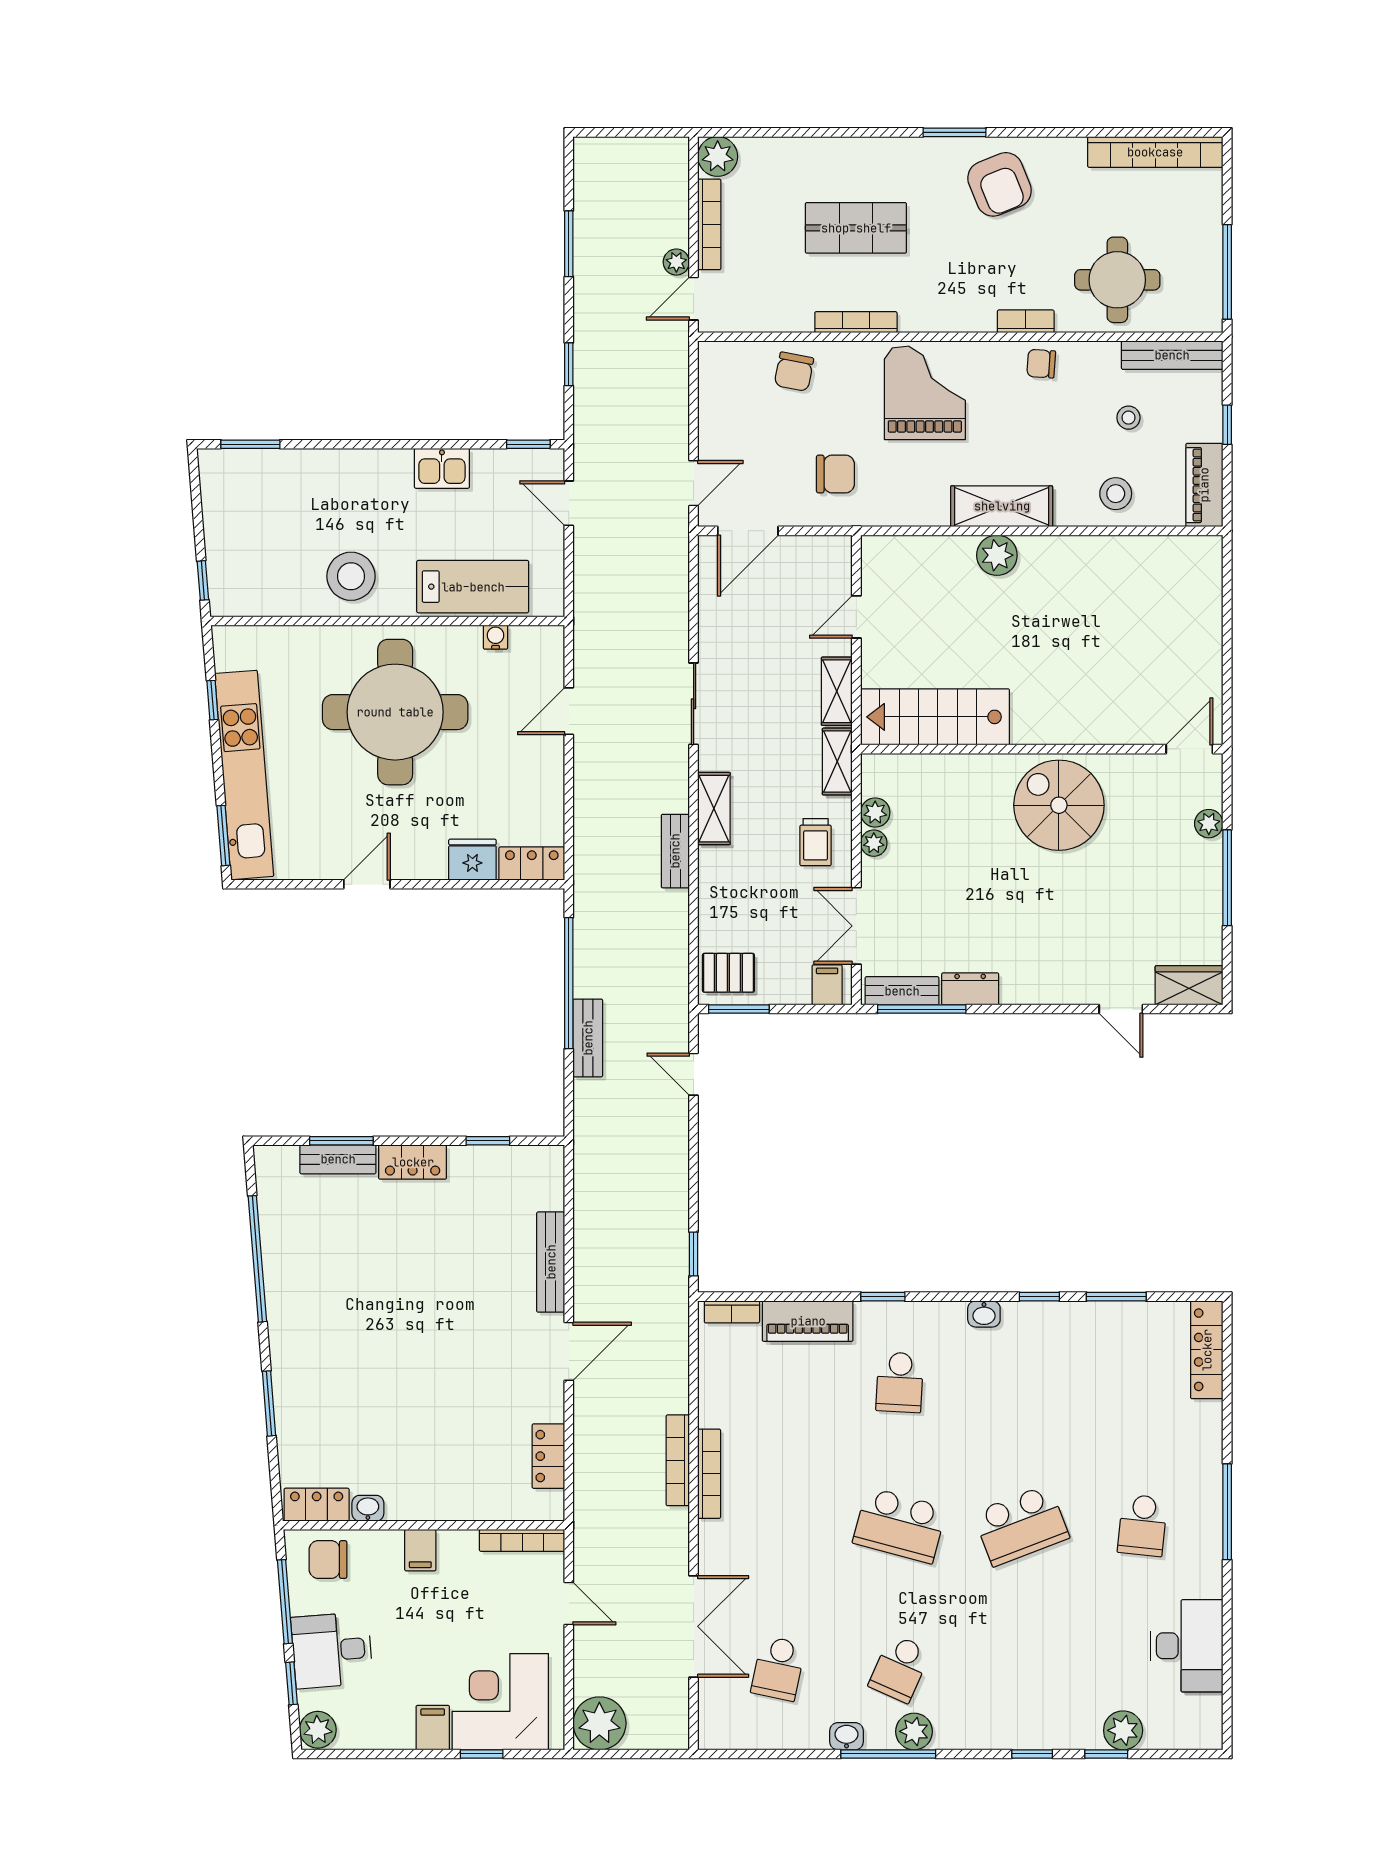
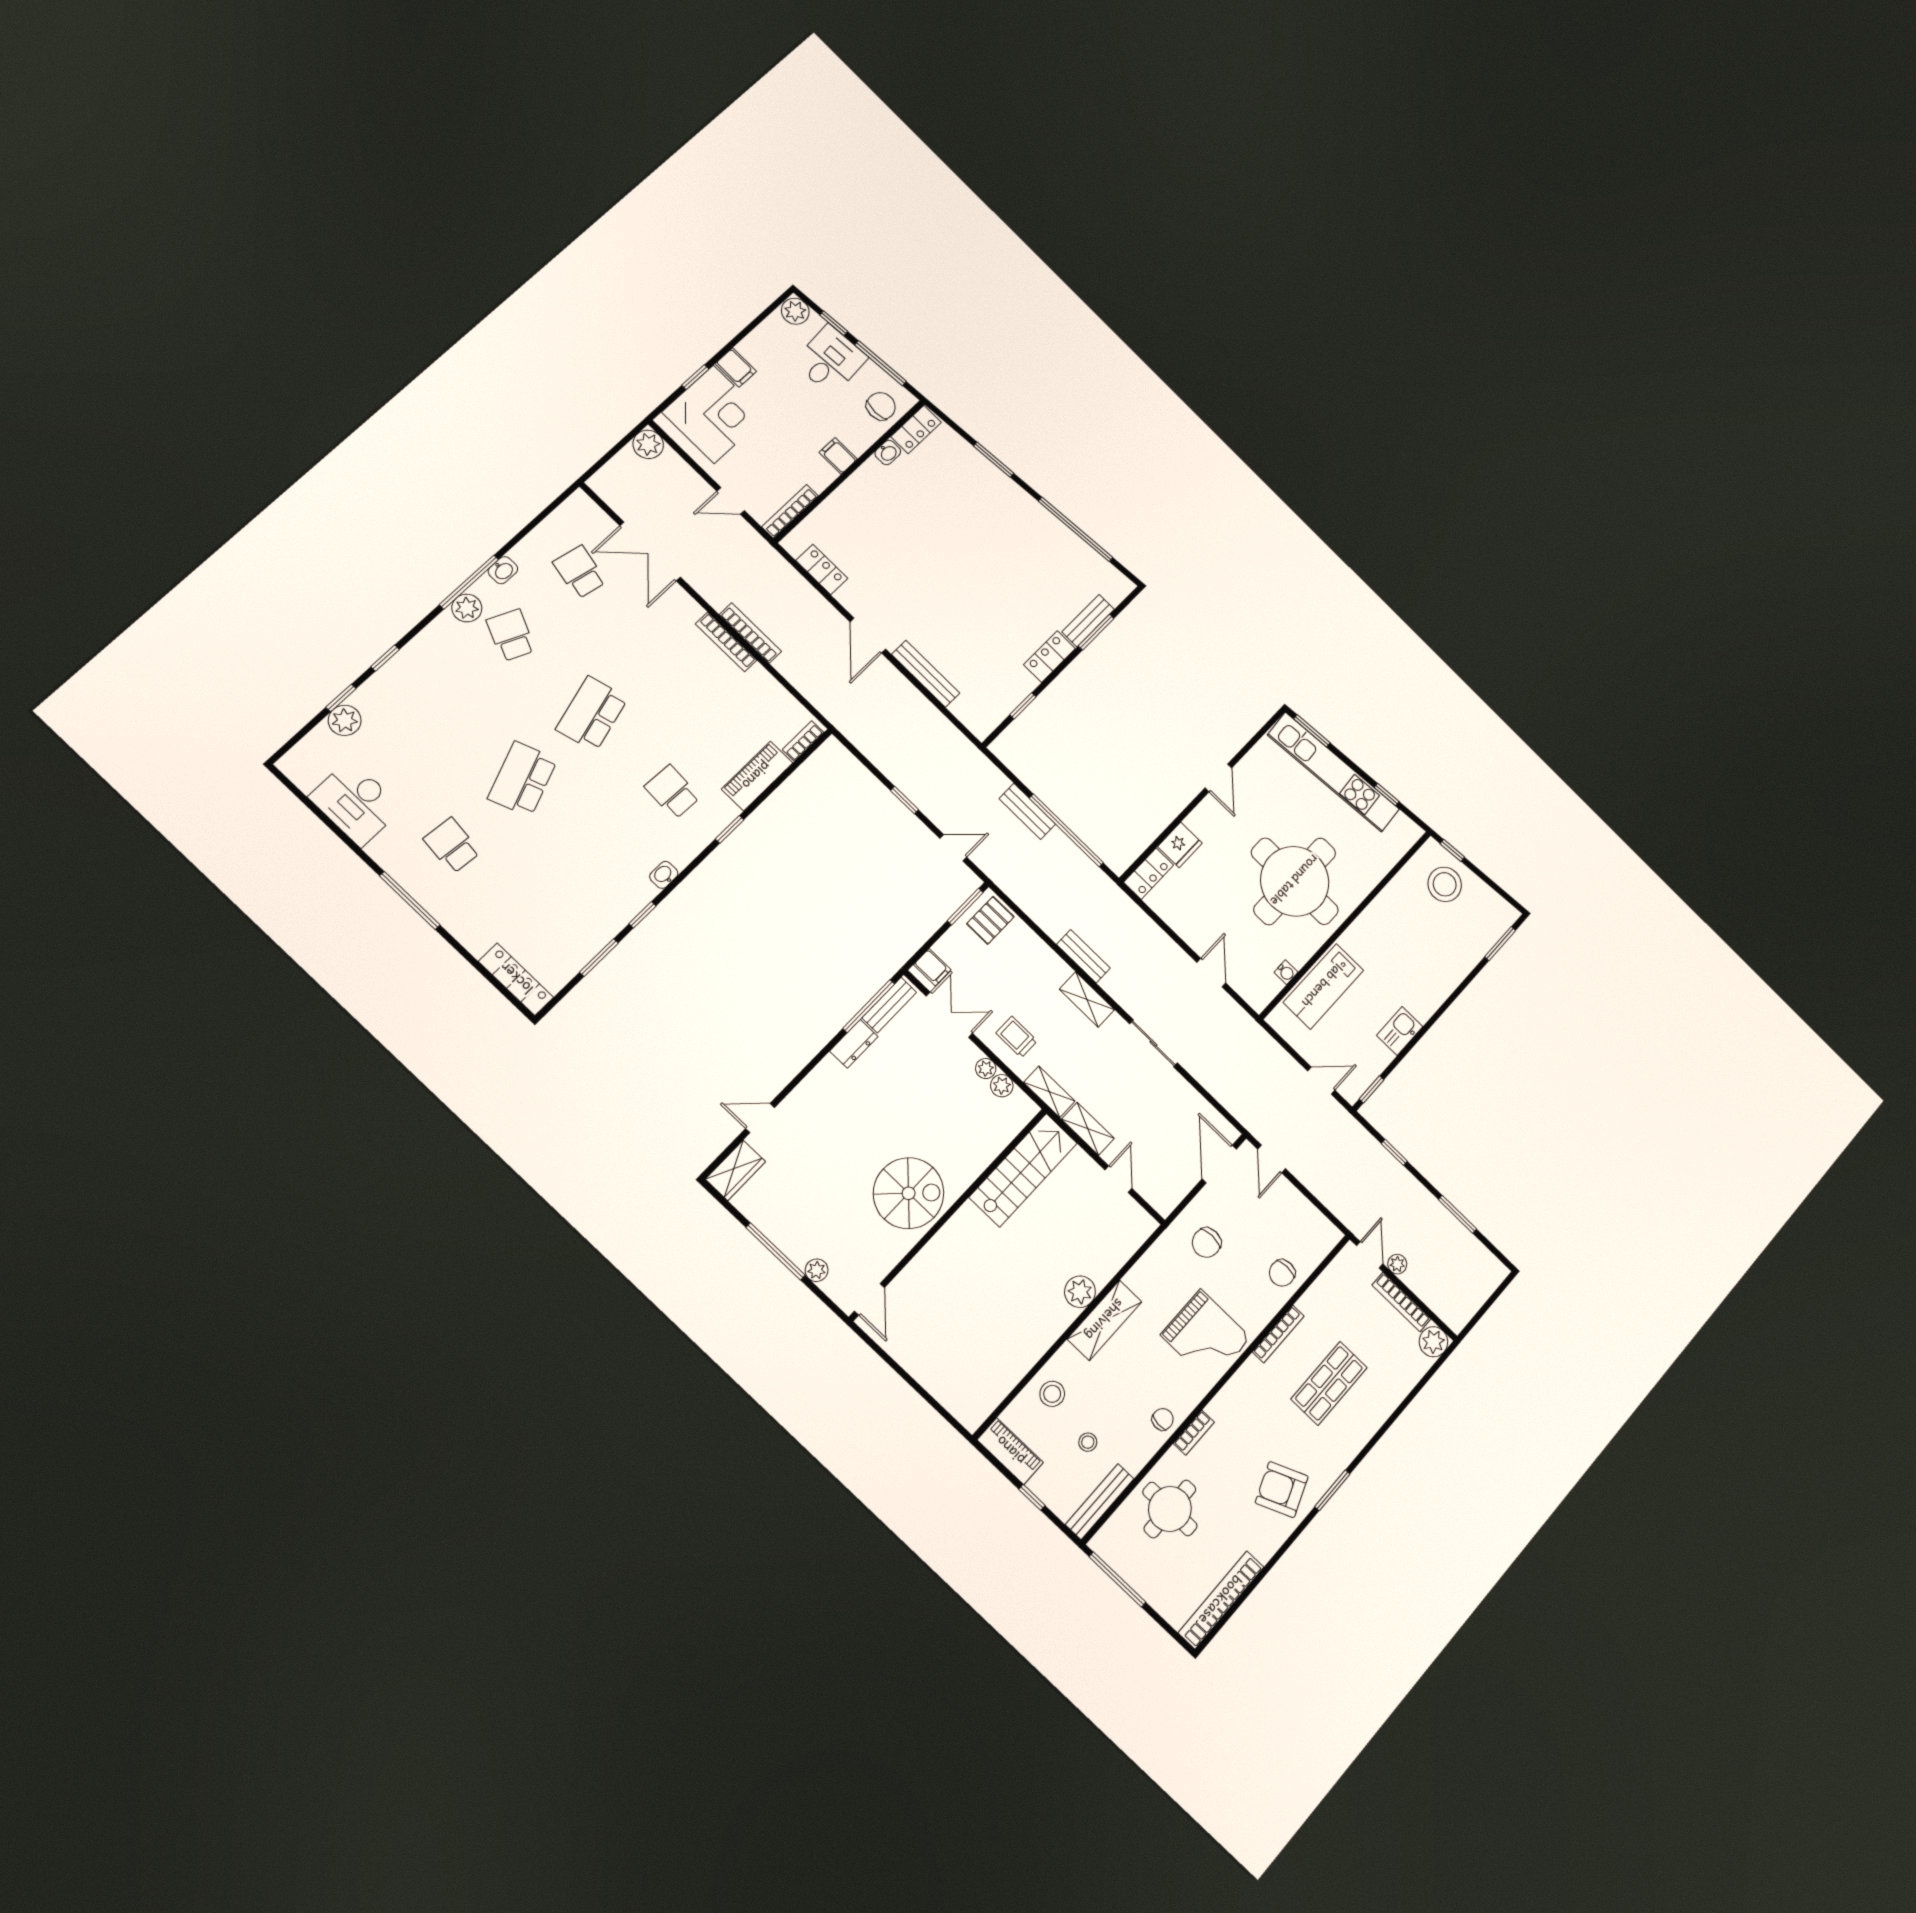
chair: (794, 372) -> (1282, 1273), turned -101
stool: (351, 576) -> (1445, 884), moved
window: (694, 1254) -> (905, 800), moved
school desk: (900, 1525) -> (592, 714), turned -30
plant: (599, 1723) -> (648, 444), width x0.73, depth x0.73

